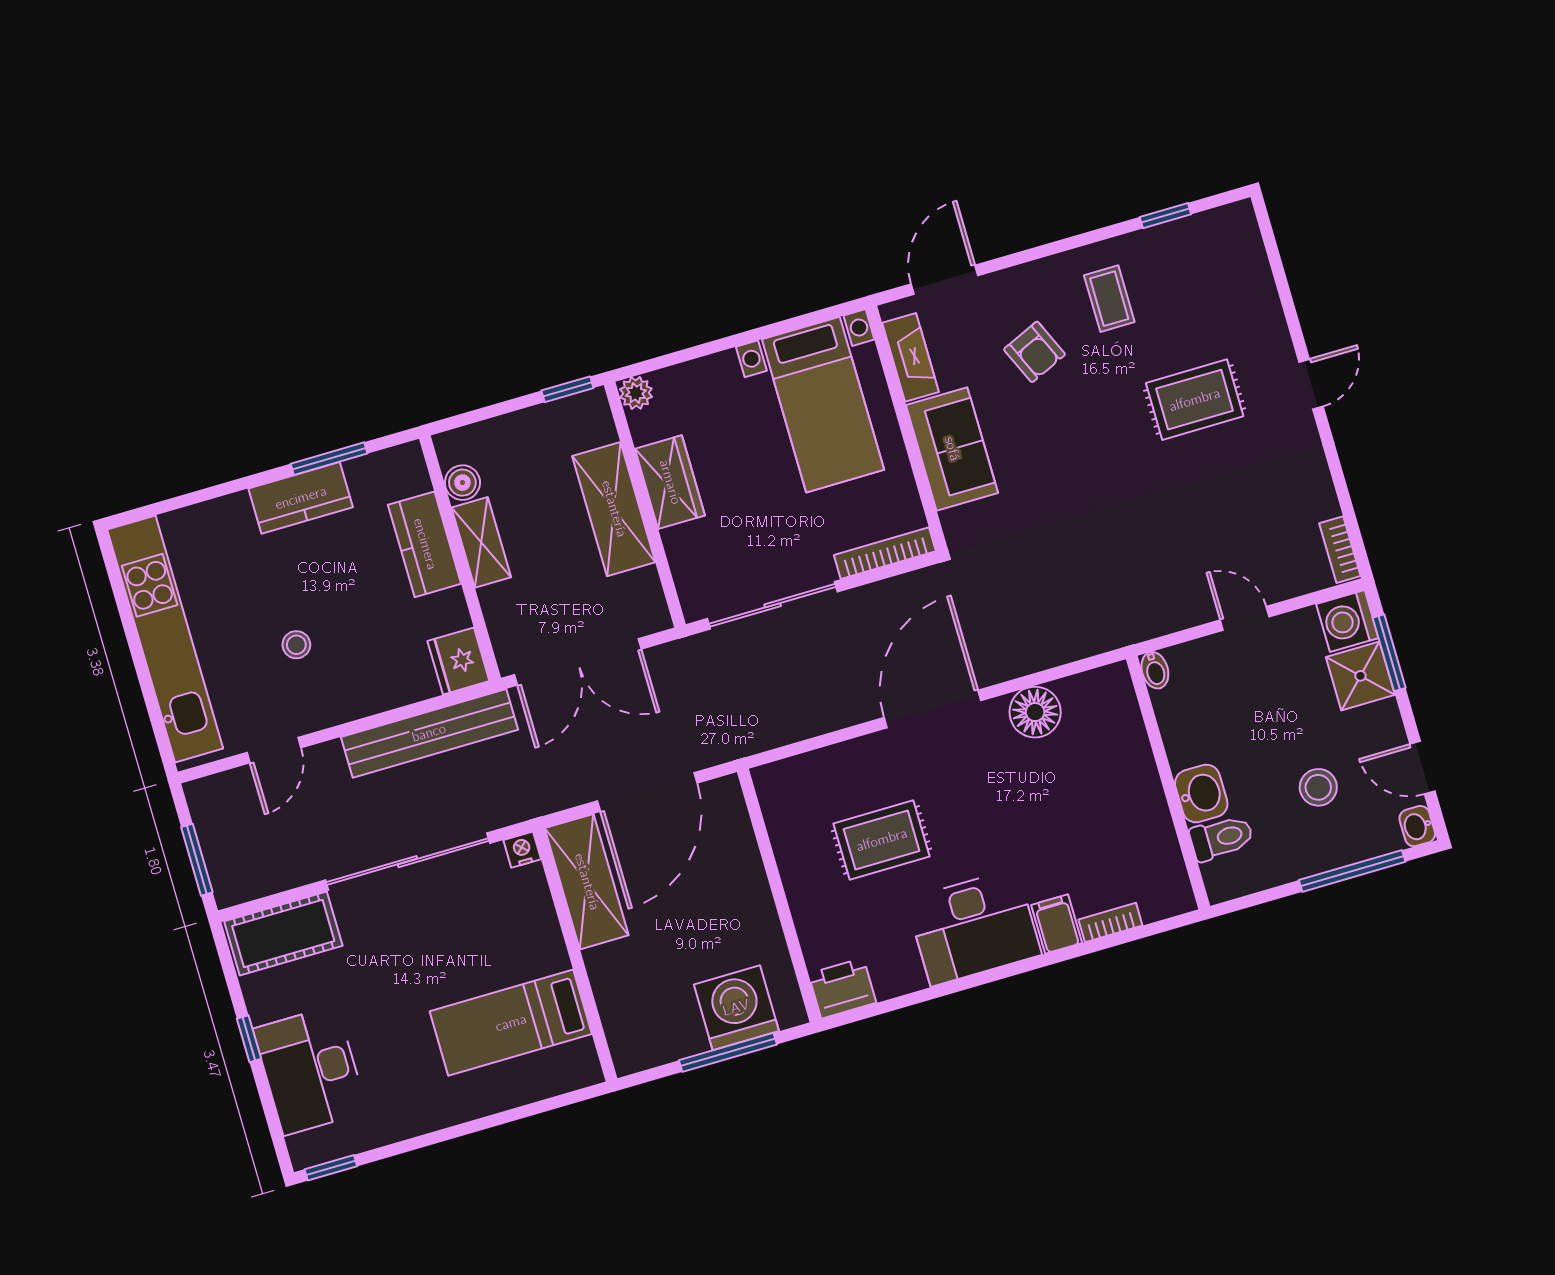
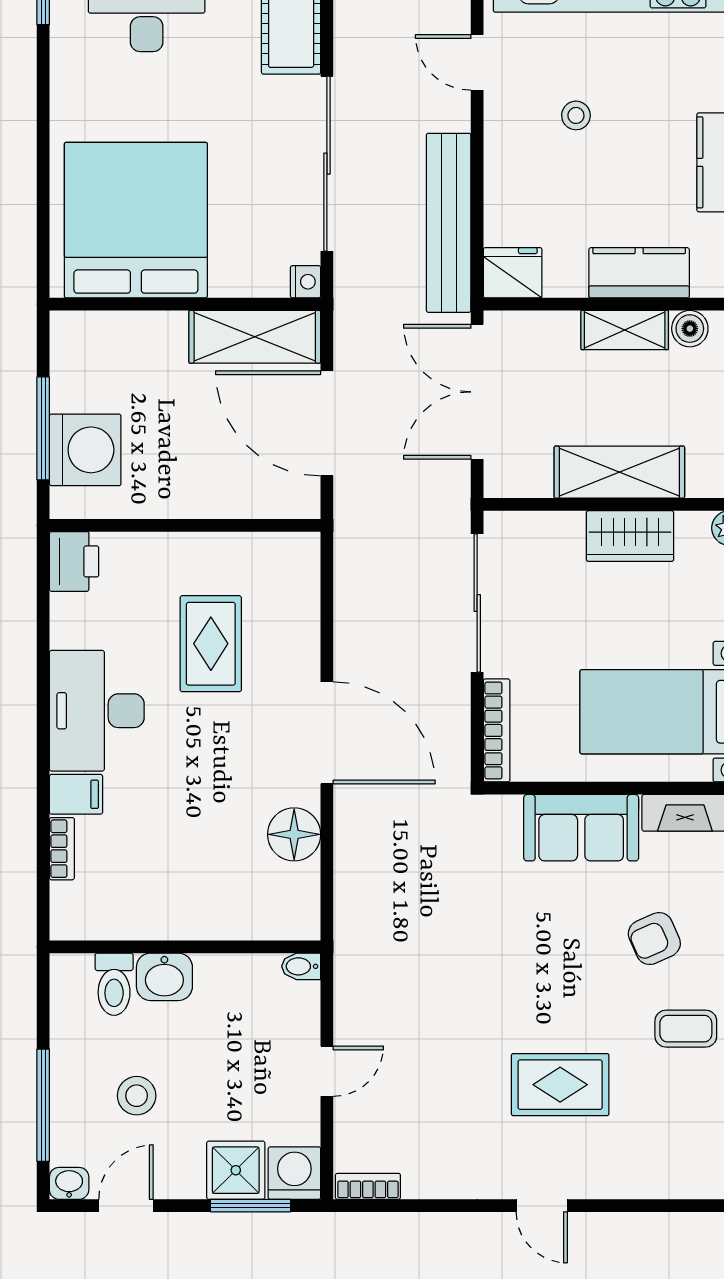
rug: (1195, 400) -> (560, 1085), turned 90
bed: (511, 1023) -> (136, 220), width x2.04

